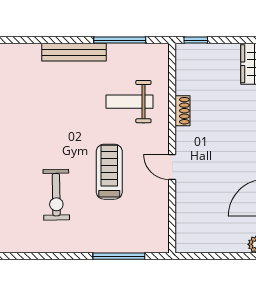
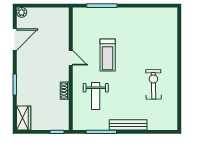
weight bench: (129, 102) -> (96, 96), turned 90
exercise bike: (56, 195) -> (153, 84), moved

